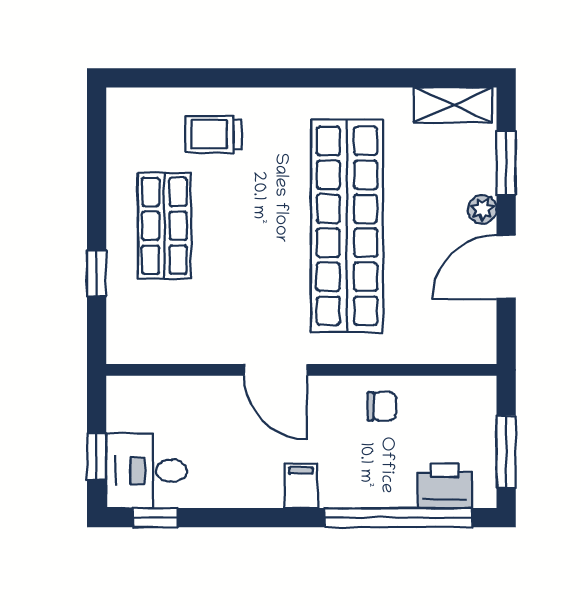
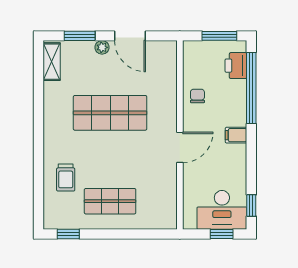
shop shelf: (347, 226) -> (110, 113), width x0.71
window: (97, 273) -> (68, 234), moved
desk: (146, 471) -> (222, 210), width x1.37

